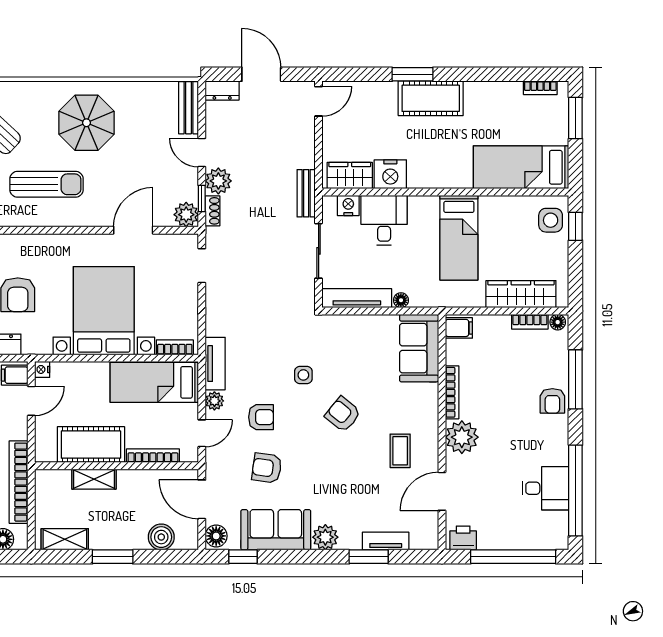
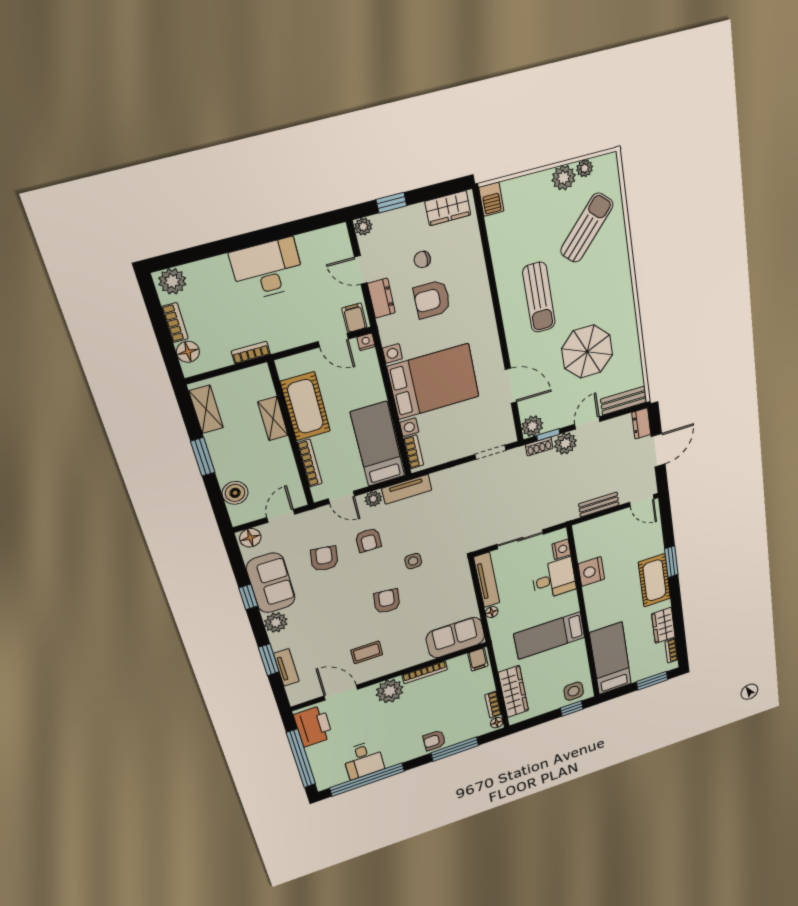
parasol: (86, 123) -> (587, 352), moved
wardrobe: (350, 176) -> (663, 625), moved, turned 180
bench: (306, 193) -> (599, 505), moved
armchair: (343, 414) -> (387, 601), turned -33
bookcase: (19, 482) -> (251, 353), width x0.43, depth x0.76
door: (202, 499) -> (281, 516), width x0.73
printer: (463, 538) -> (313, 726), width x1.87, depth x1.48
window: (243, 557) -> (248, 597), moved

